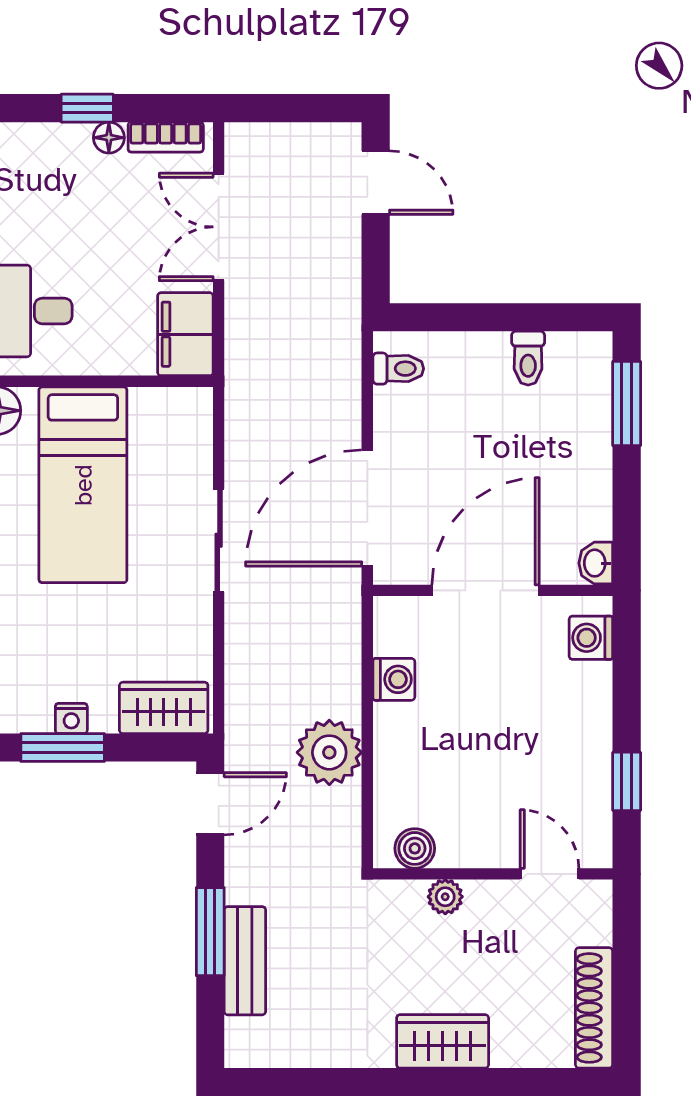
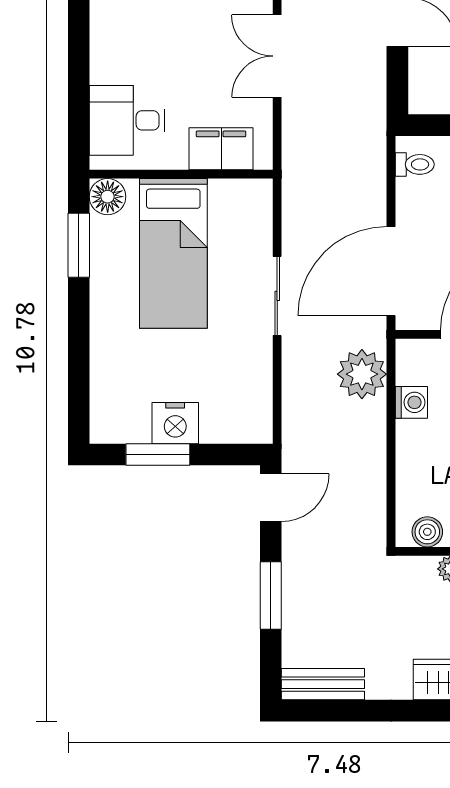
filing cabinet: (185, 334) -> (221, 149), moved, turned 90
wardrobe: (164, 708) -> (235, 424), removed
nightstand: (71, 718) -> (175, 423), width x1.89, depth x1.79
plant: (329, 752) -> (362, 374), moved
bench: (245, 961) -> (323, 684), moved, turned 90

